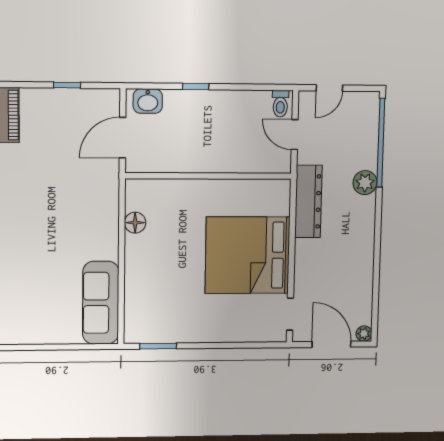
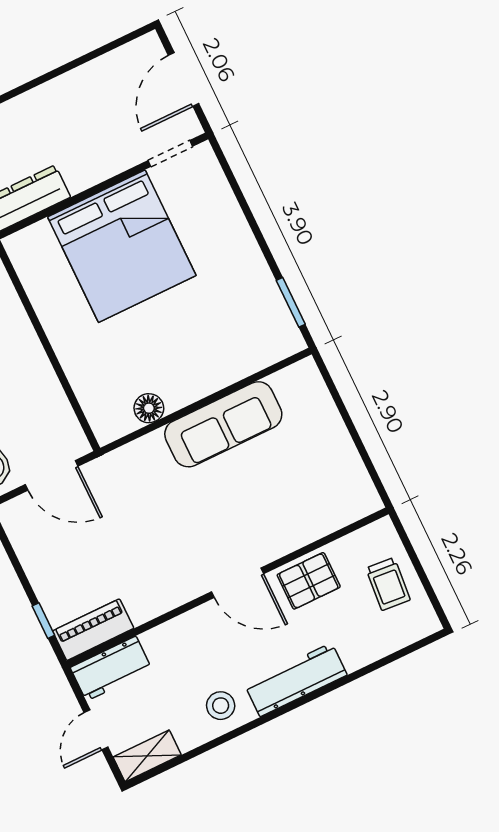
window: (67, 85) -> (43, 621), moved
sofa: (101, 303) -> (223, 424), moved
plant: (364, 334) -> (150, 44), removed

